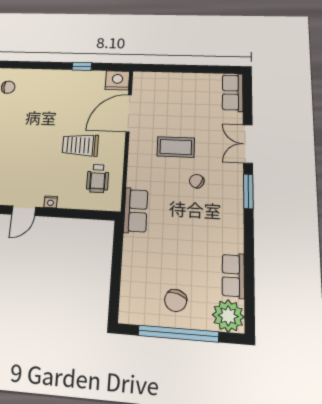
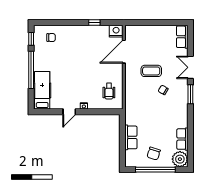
trolley: (80, 145) -> (98, 72), removed
row of seats: (136, 211) -> (131, 137), moved

